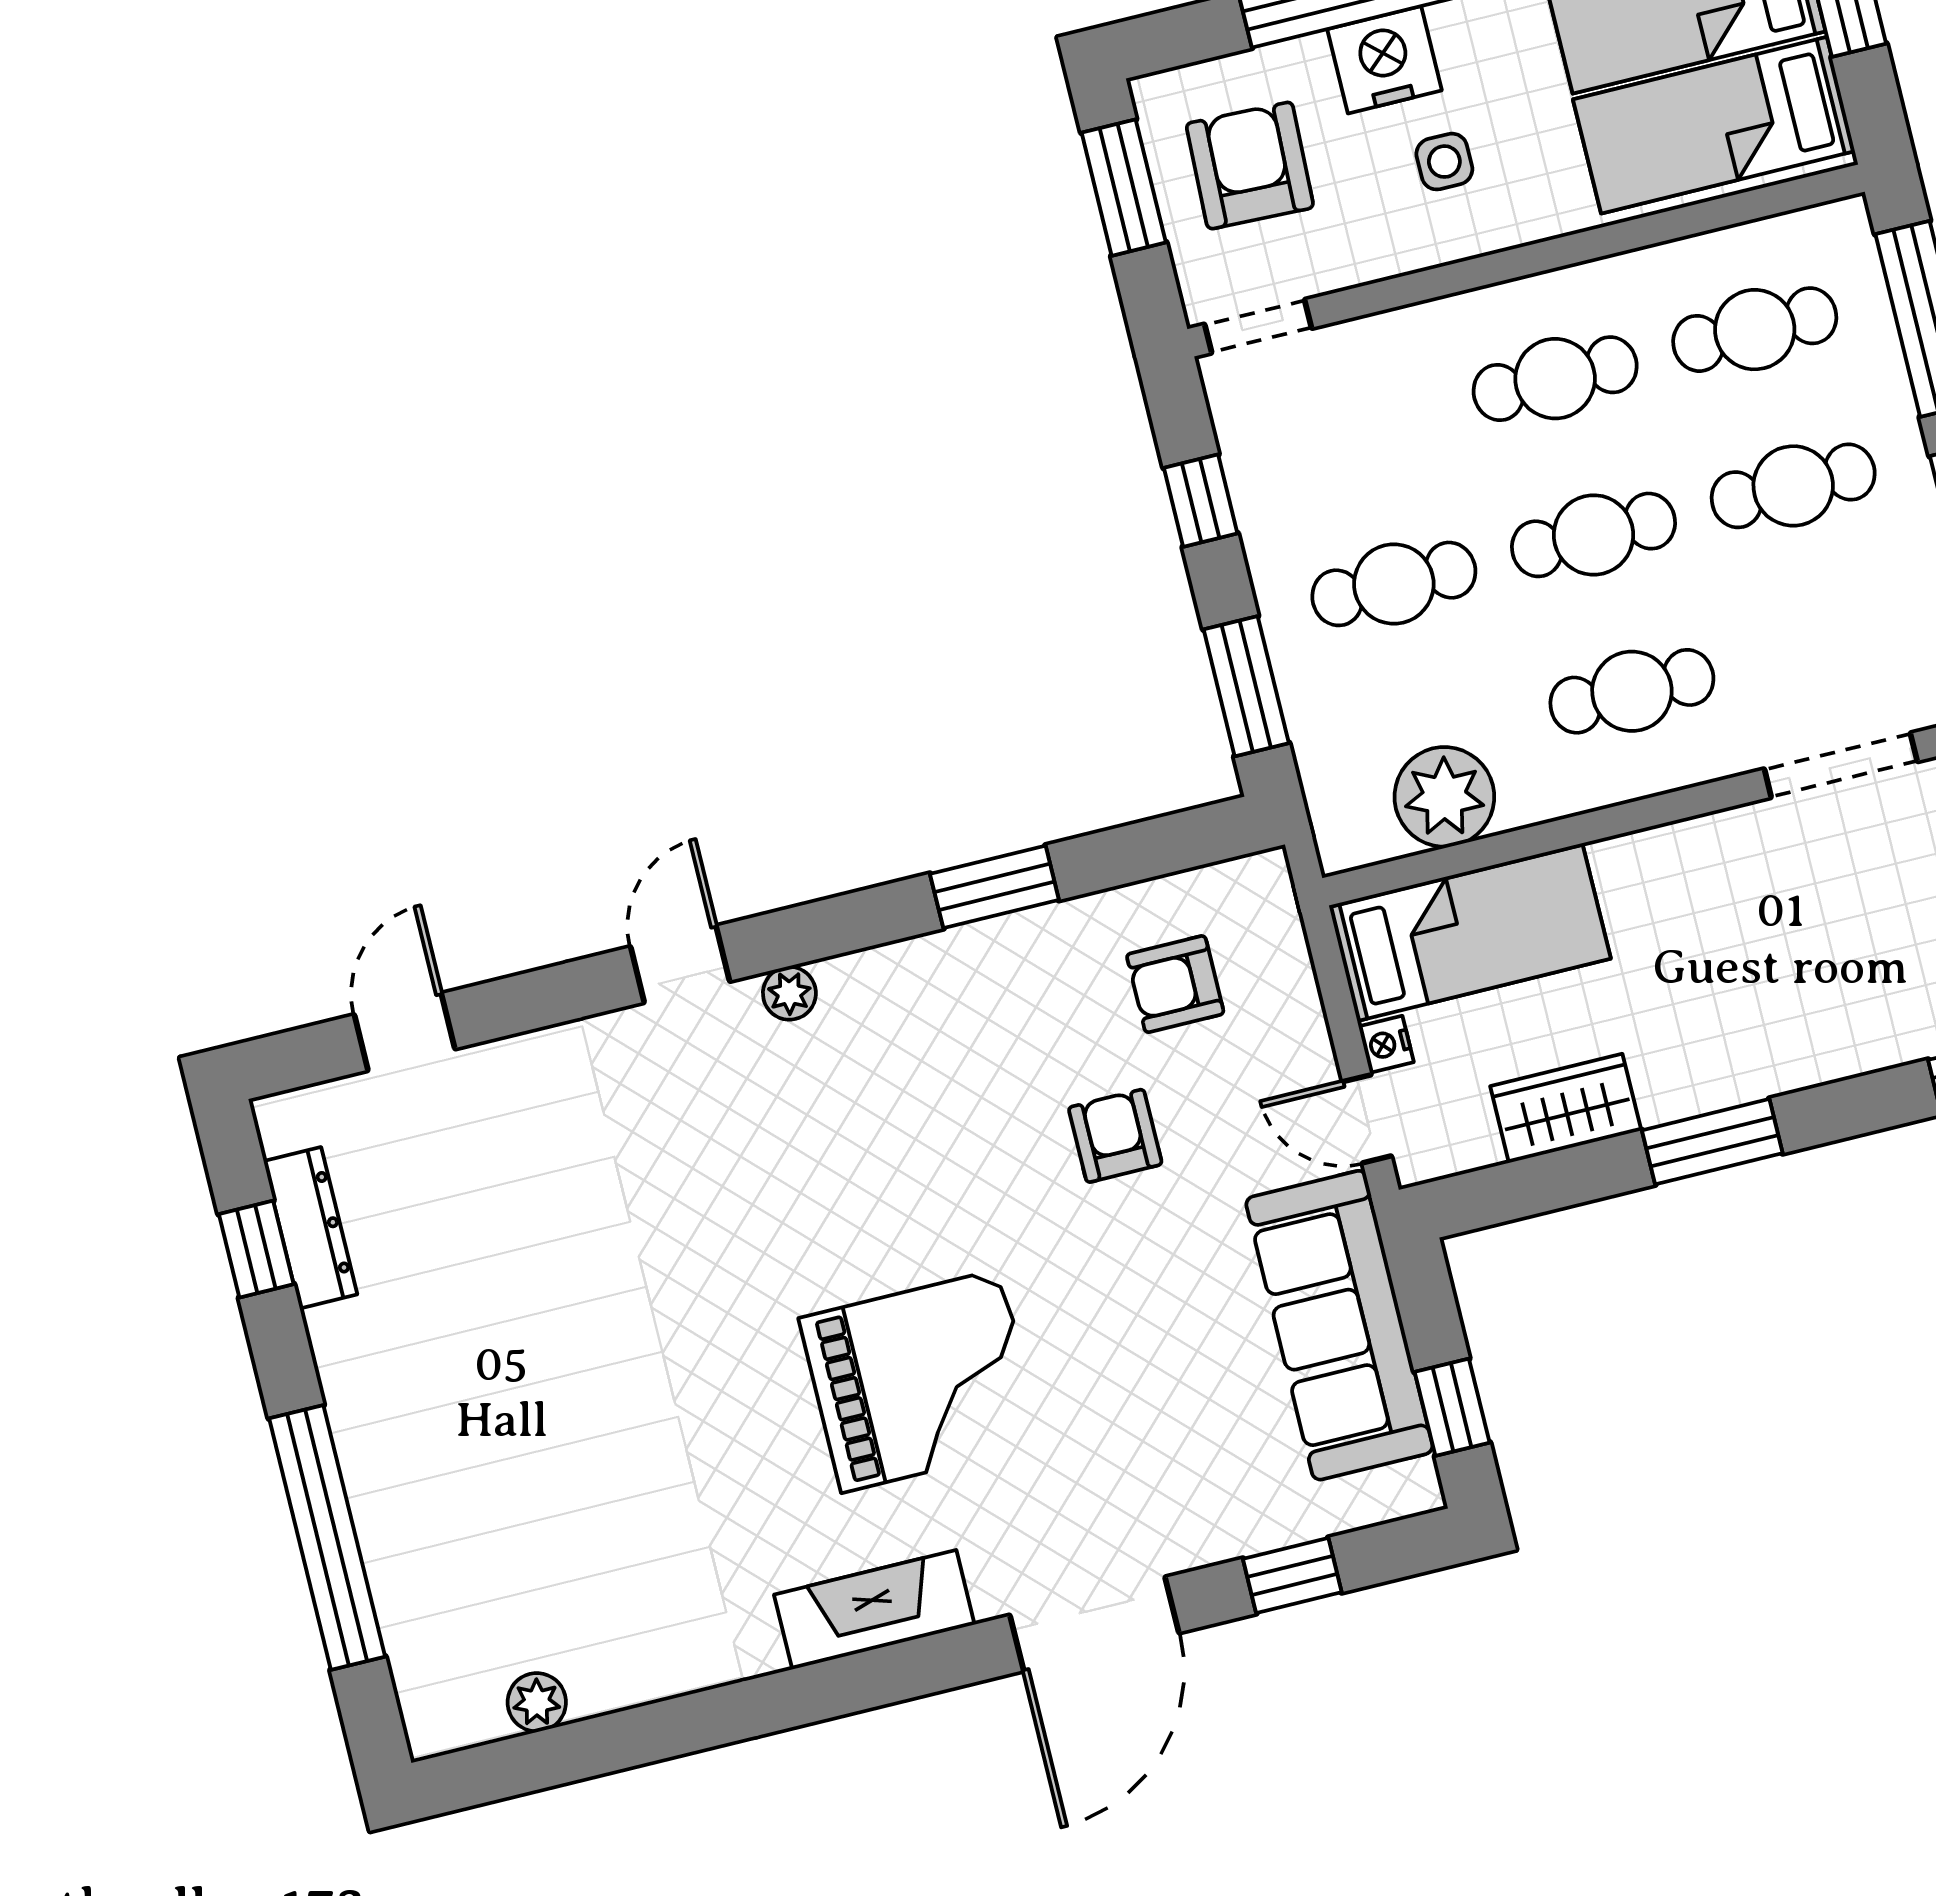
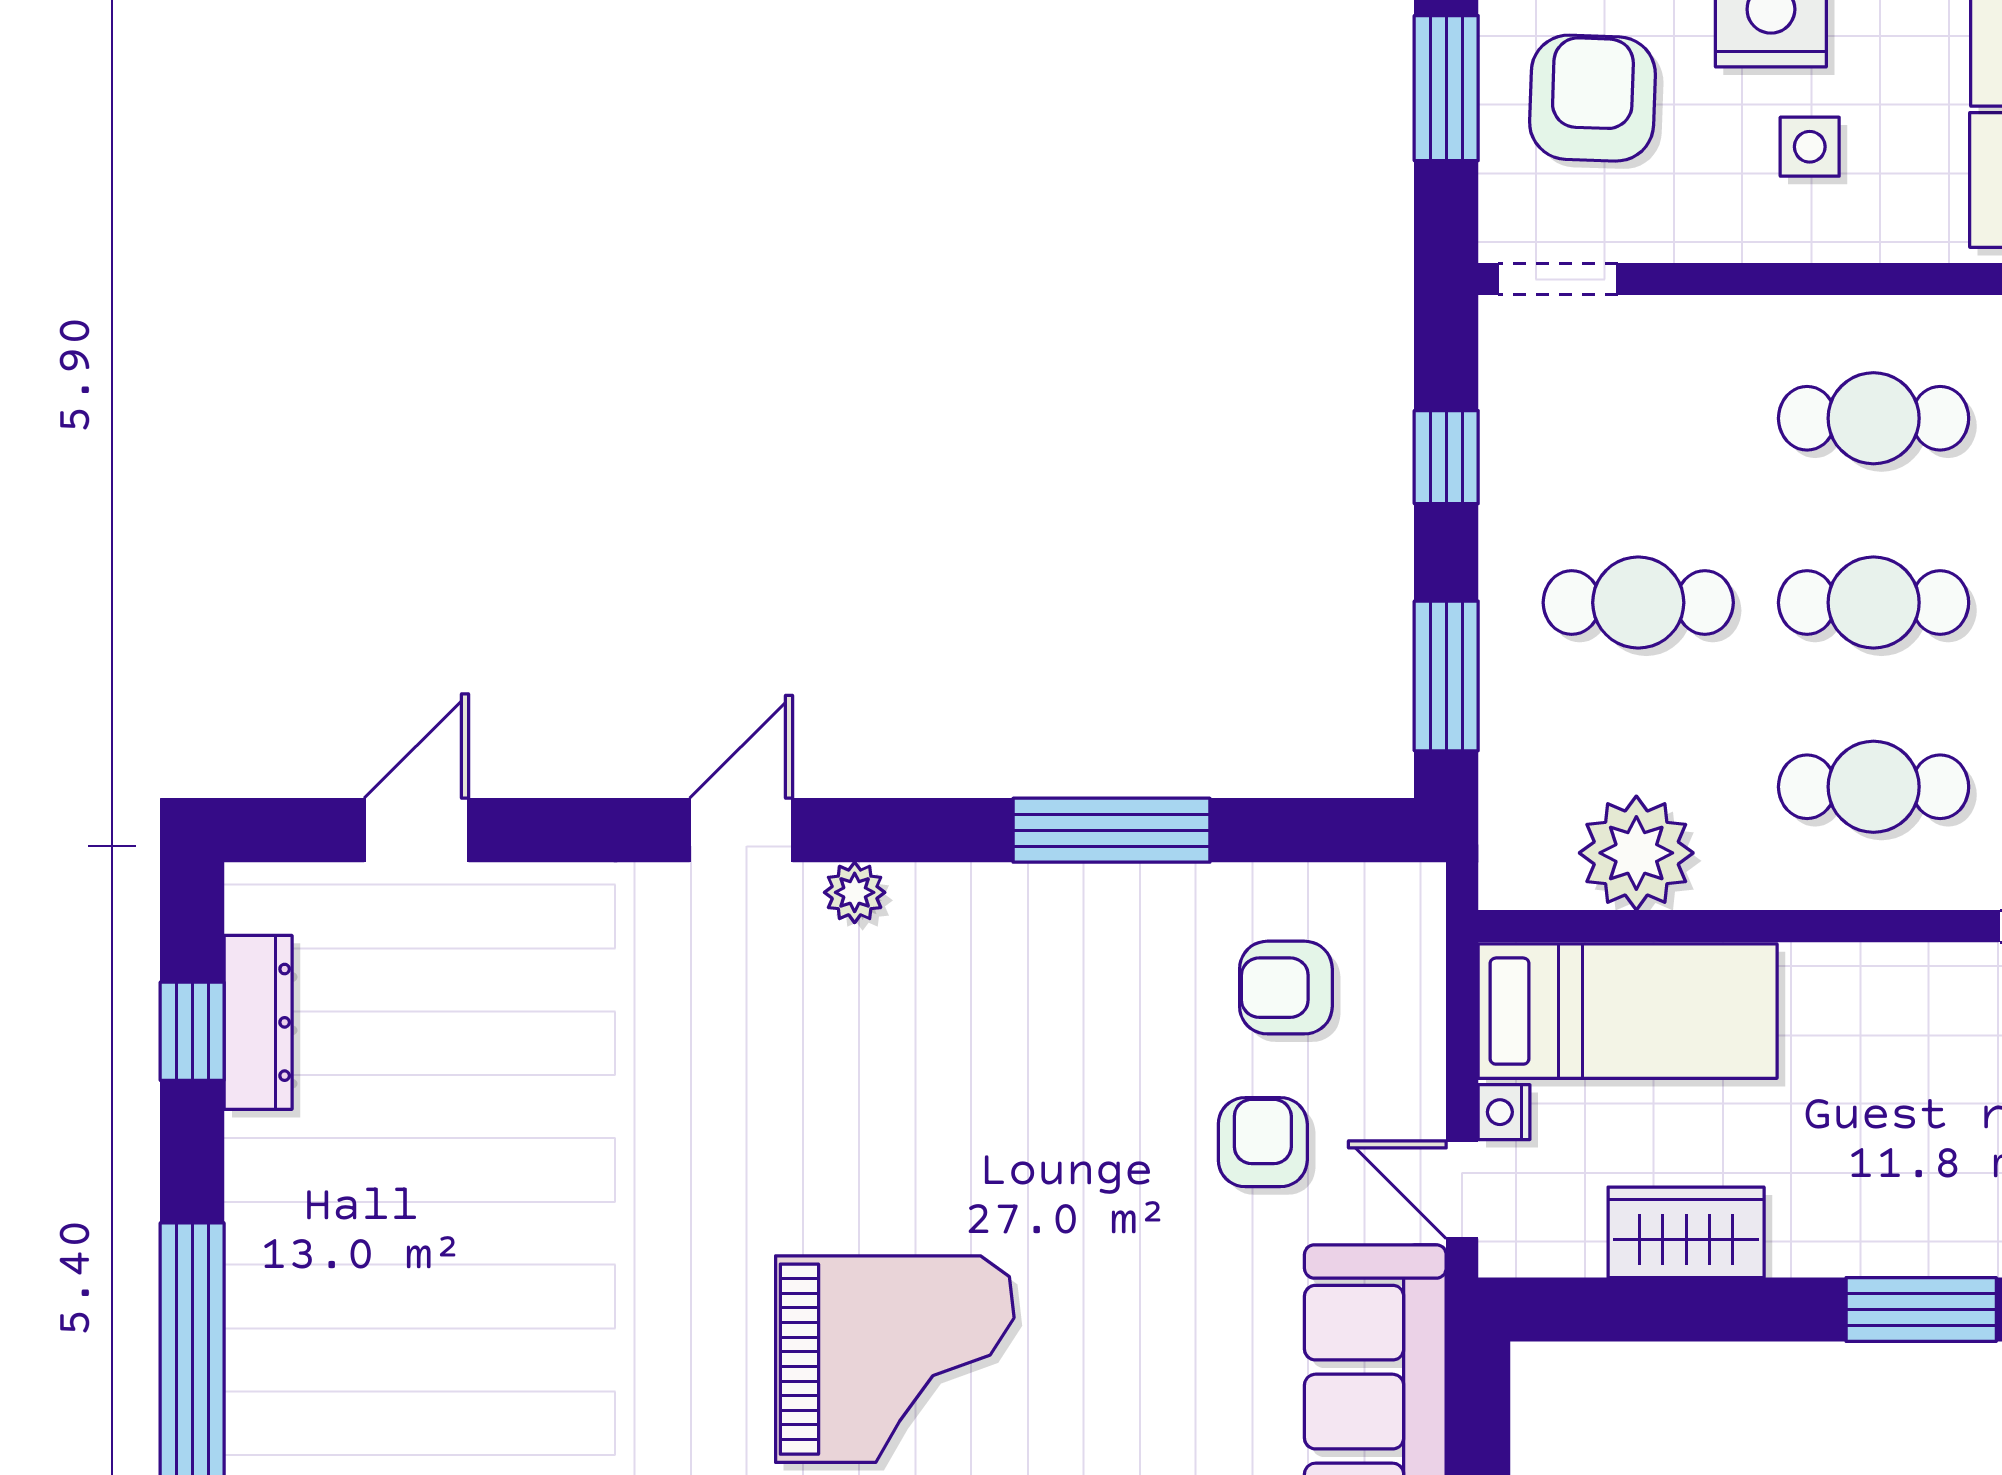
window: (994, 887) -> (1112, 830), width x1.44
armchair: (1115, 1136) -> (1263, 1142), moved
window: (1712, 1142) -> (1921, 1309), moved

